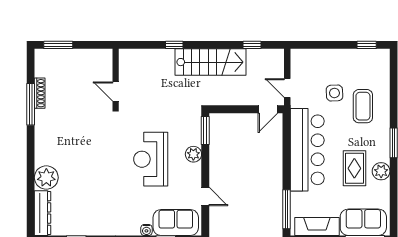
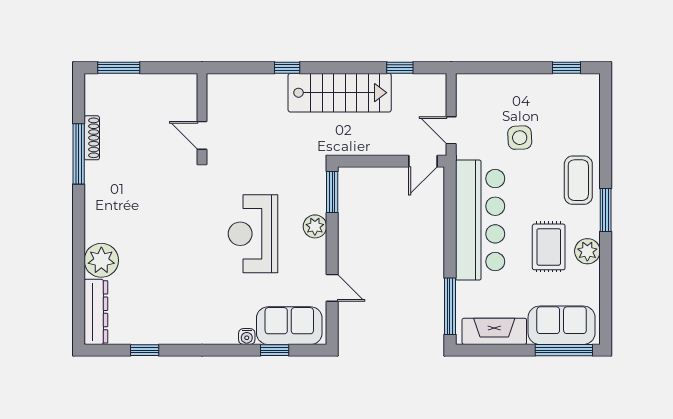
coffee table: (363, 106) -> (578, 180), moved

